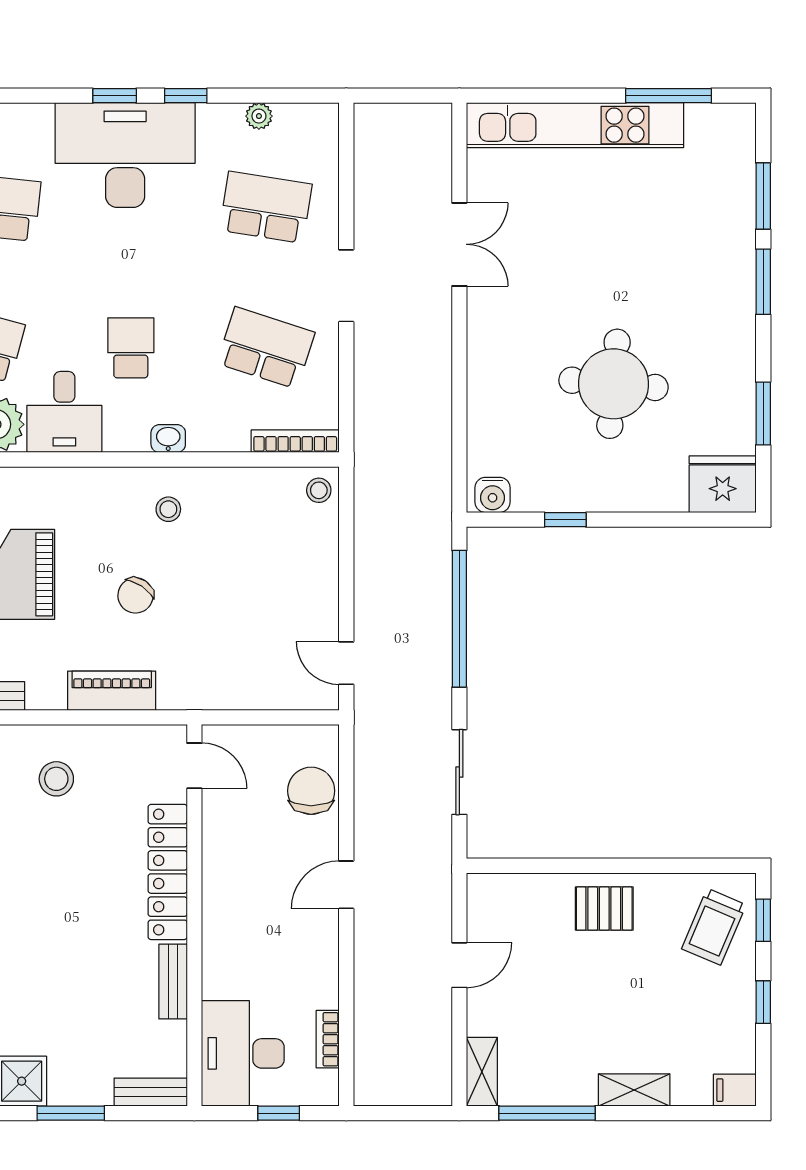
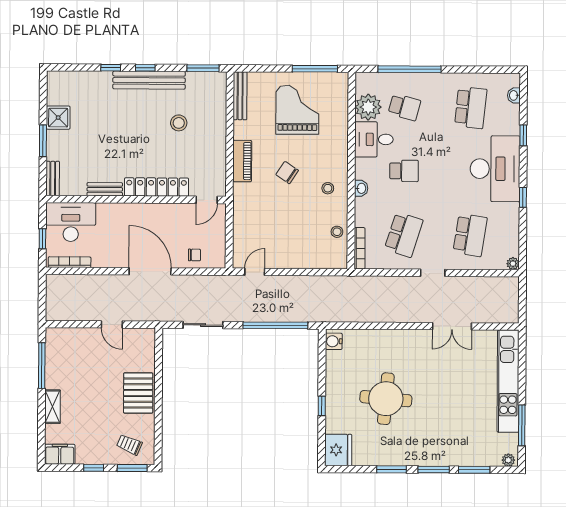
window: (115, 96) -> (523, 135), moved
plant: (259, 116) -> (513, 264), moved
plant: (742, 124) -> (508, 460), added
doorway: (346, 286) -> (433, 273), width x0.73
window: (763, 414) -> (392, 469), moved
stool: (319, 490) -> (337, 232), moved
window: (565, 520) -> (322, 406), moved
stool: (56, 779) -> (179, 123), moved
chair: (311, 791) -> (195, 255), width x0.54, depth x0.54
door: (346, 885) -> (150, 271), width x1.88
pallet: (604, 909) -> (138, 393), width x1.50, depth x1.42
window: (763, 920) -> (132, 468), width x1.50
trolley: (714, 927) -> (129, 445), width x0.73, depth x0.72
bookcase: (328, 1039) -> (70, 262), width x1.56
shelving: (482, 1072) -> (61, 335), removed
filing cabinet: (735, 1090) -> (60, 454), width x2.00

